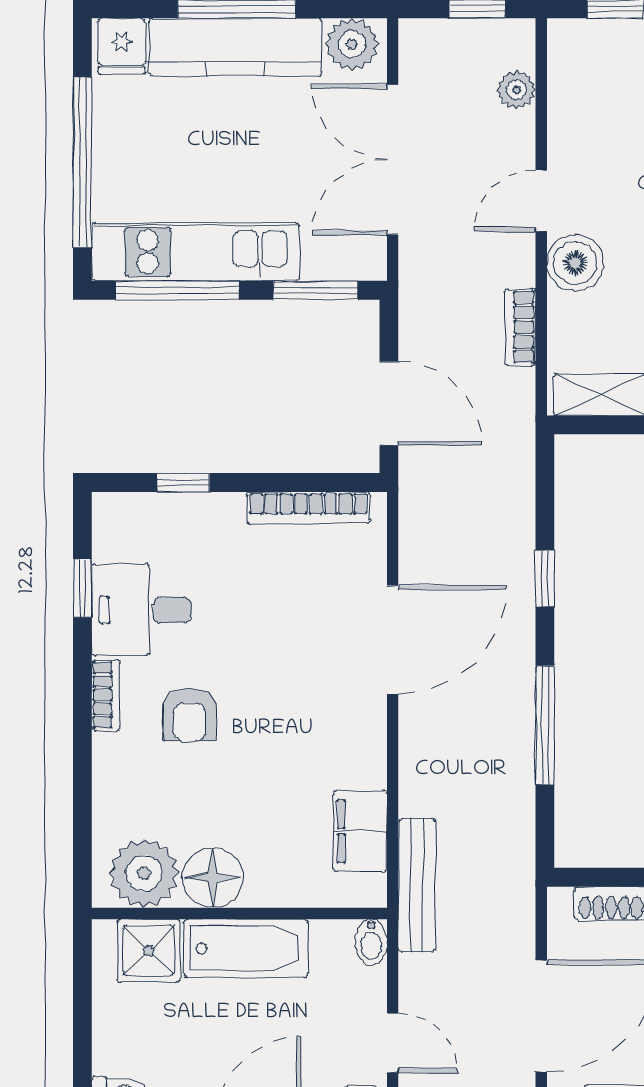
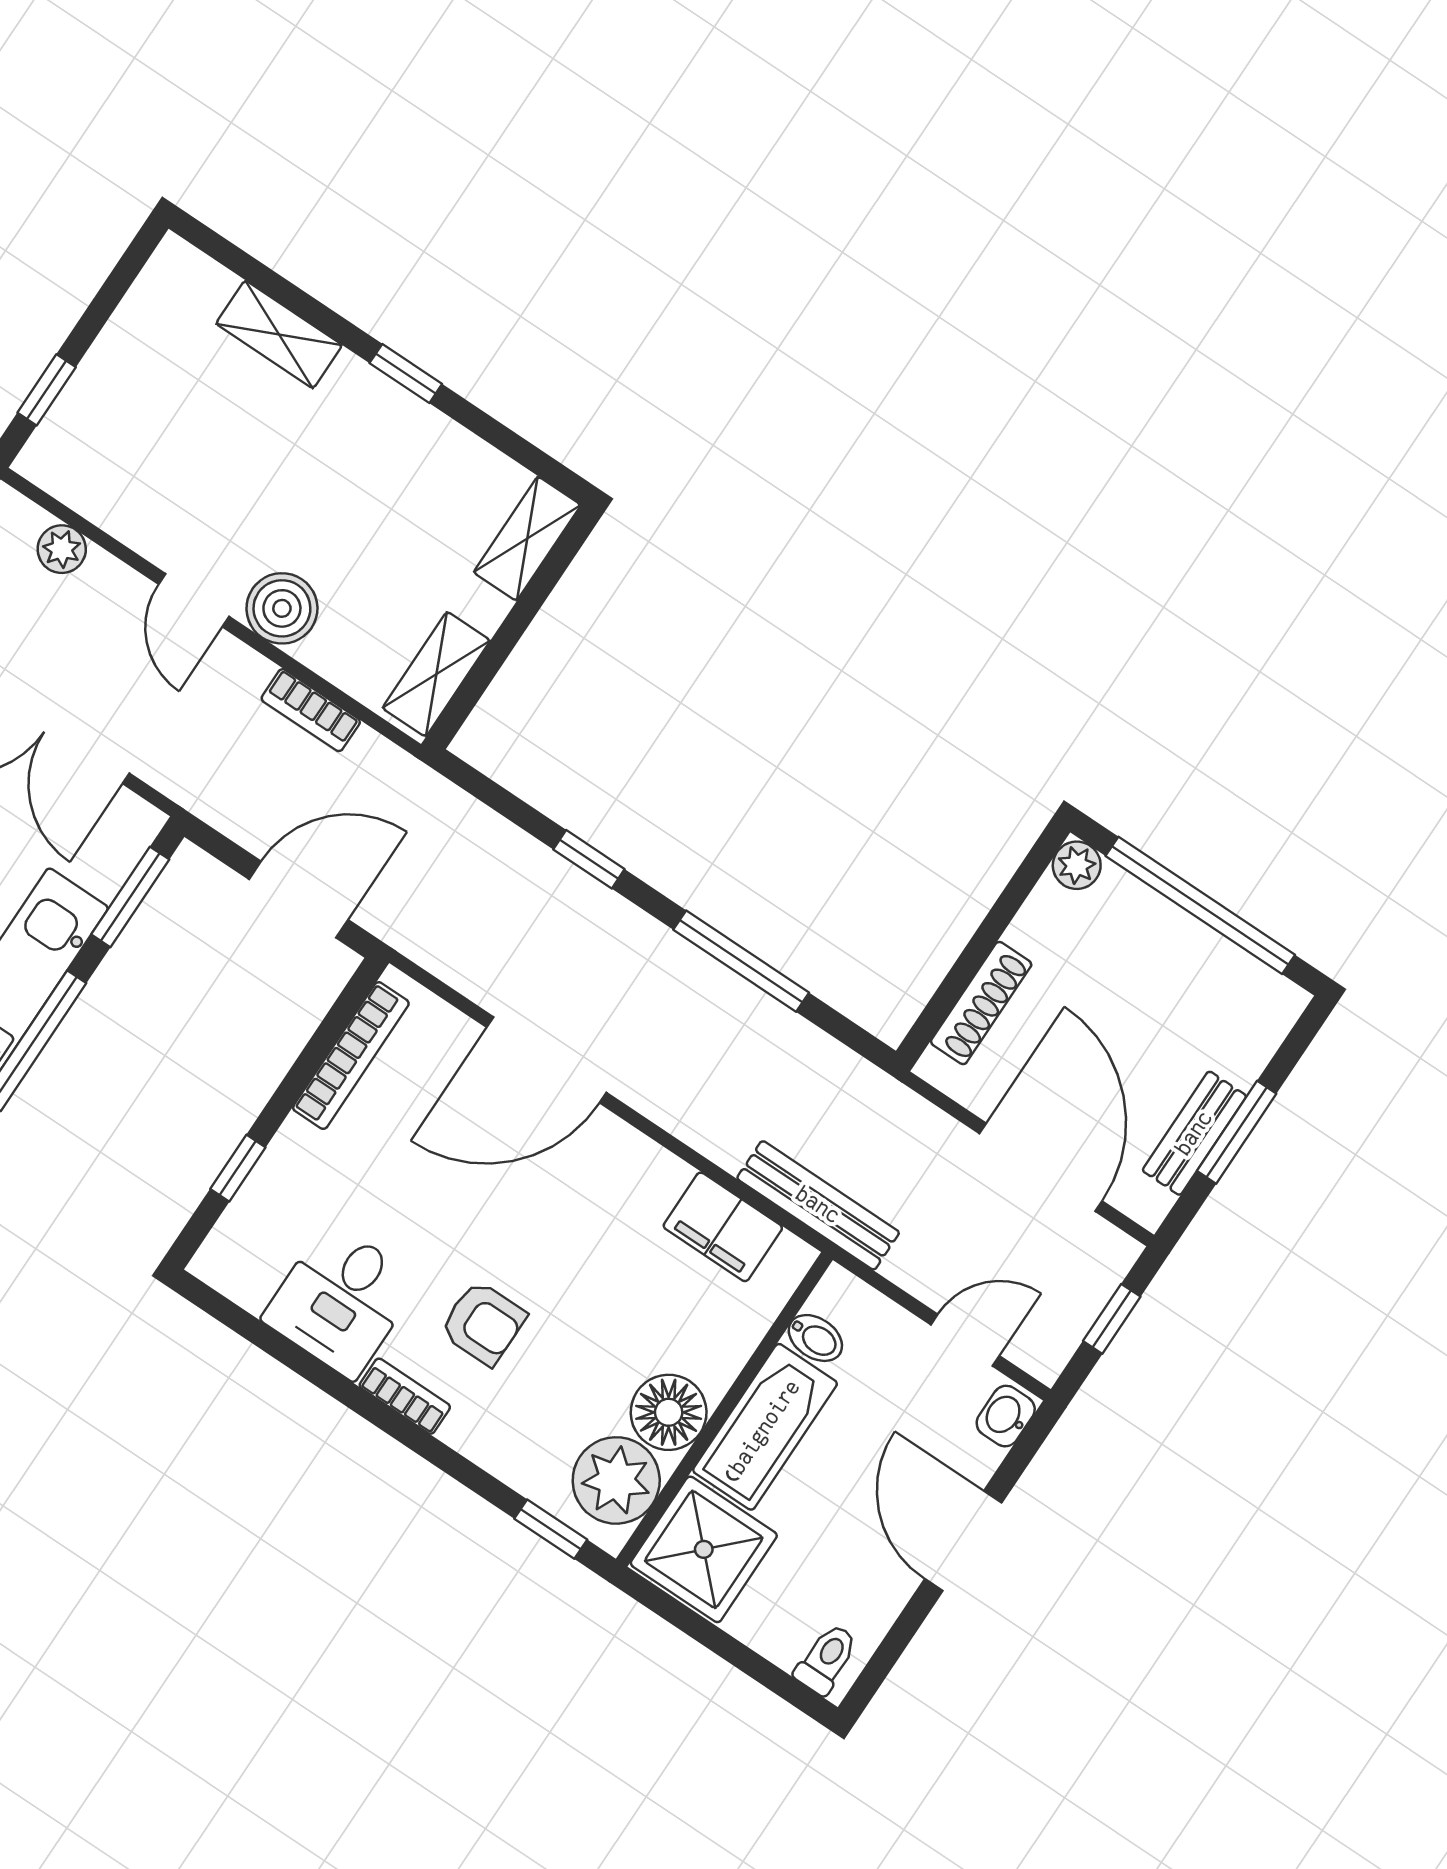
window: (82, 588) -> (551, 1529), moved
door: (393, 640) -> (547, 1060), swing flipped
bidet: (371, 942) -> (815, 1338), moved
shower: (149, 951) -> (704, 1549), width x1.36, depth x1.36

